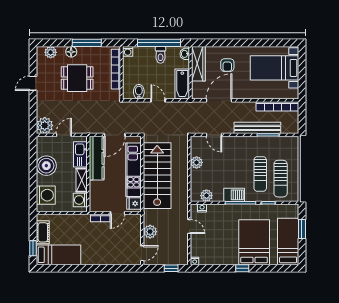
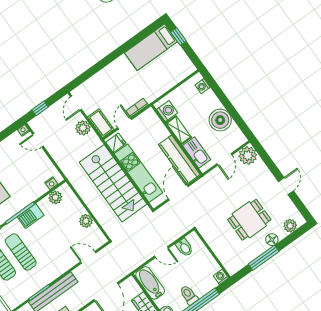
bookcase: (116, 69) -> (220, 253), removed
washing machine: (46, 195) -> (203, 86), width x0.53, depth x0.53
door: (189, 226) -> (38, 140), moved
cot: (43, 232) -> (101, 123), moved

